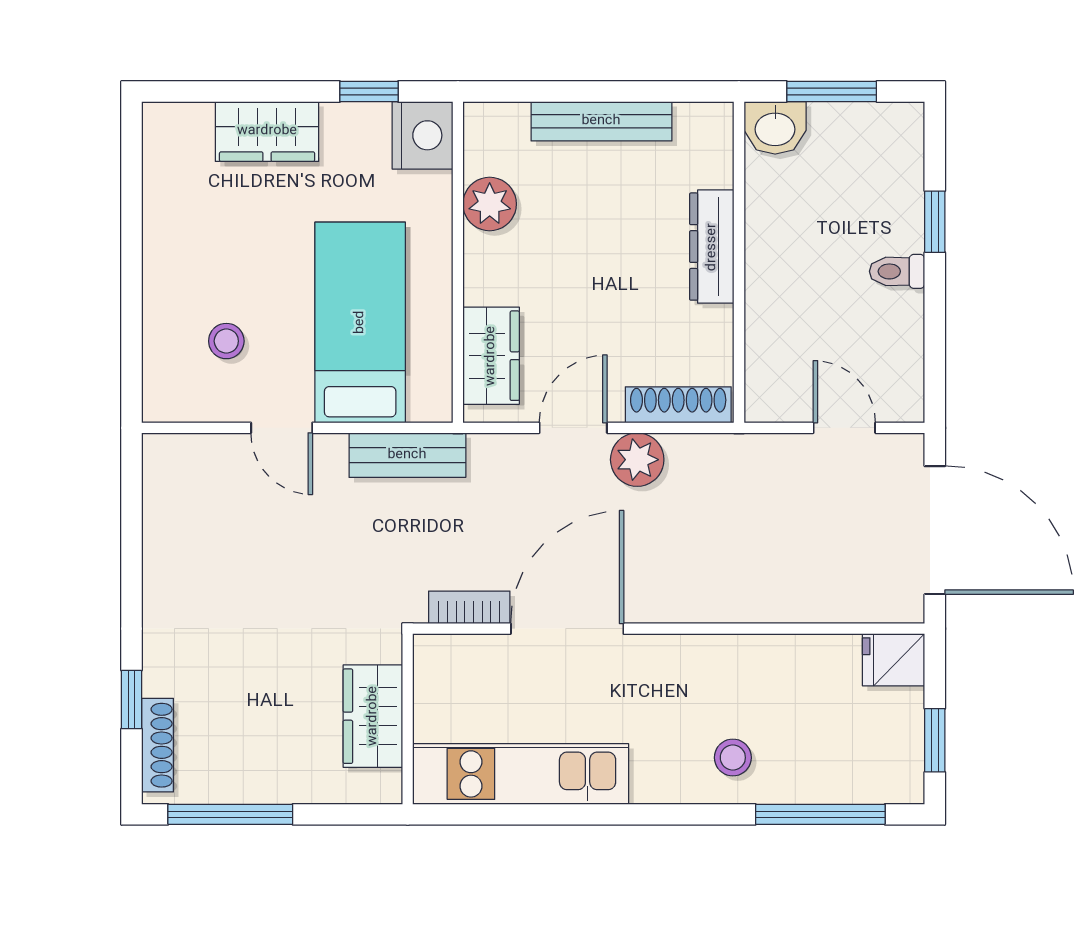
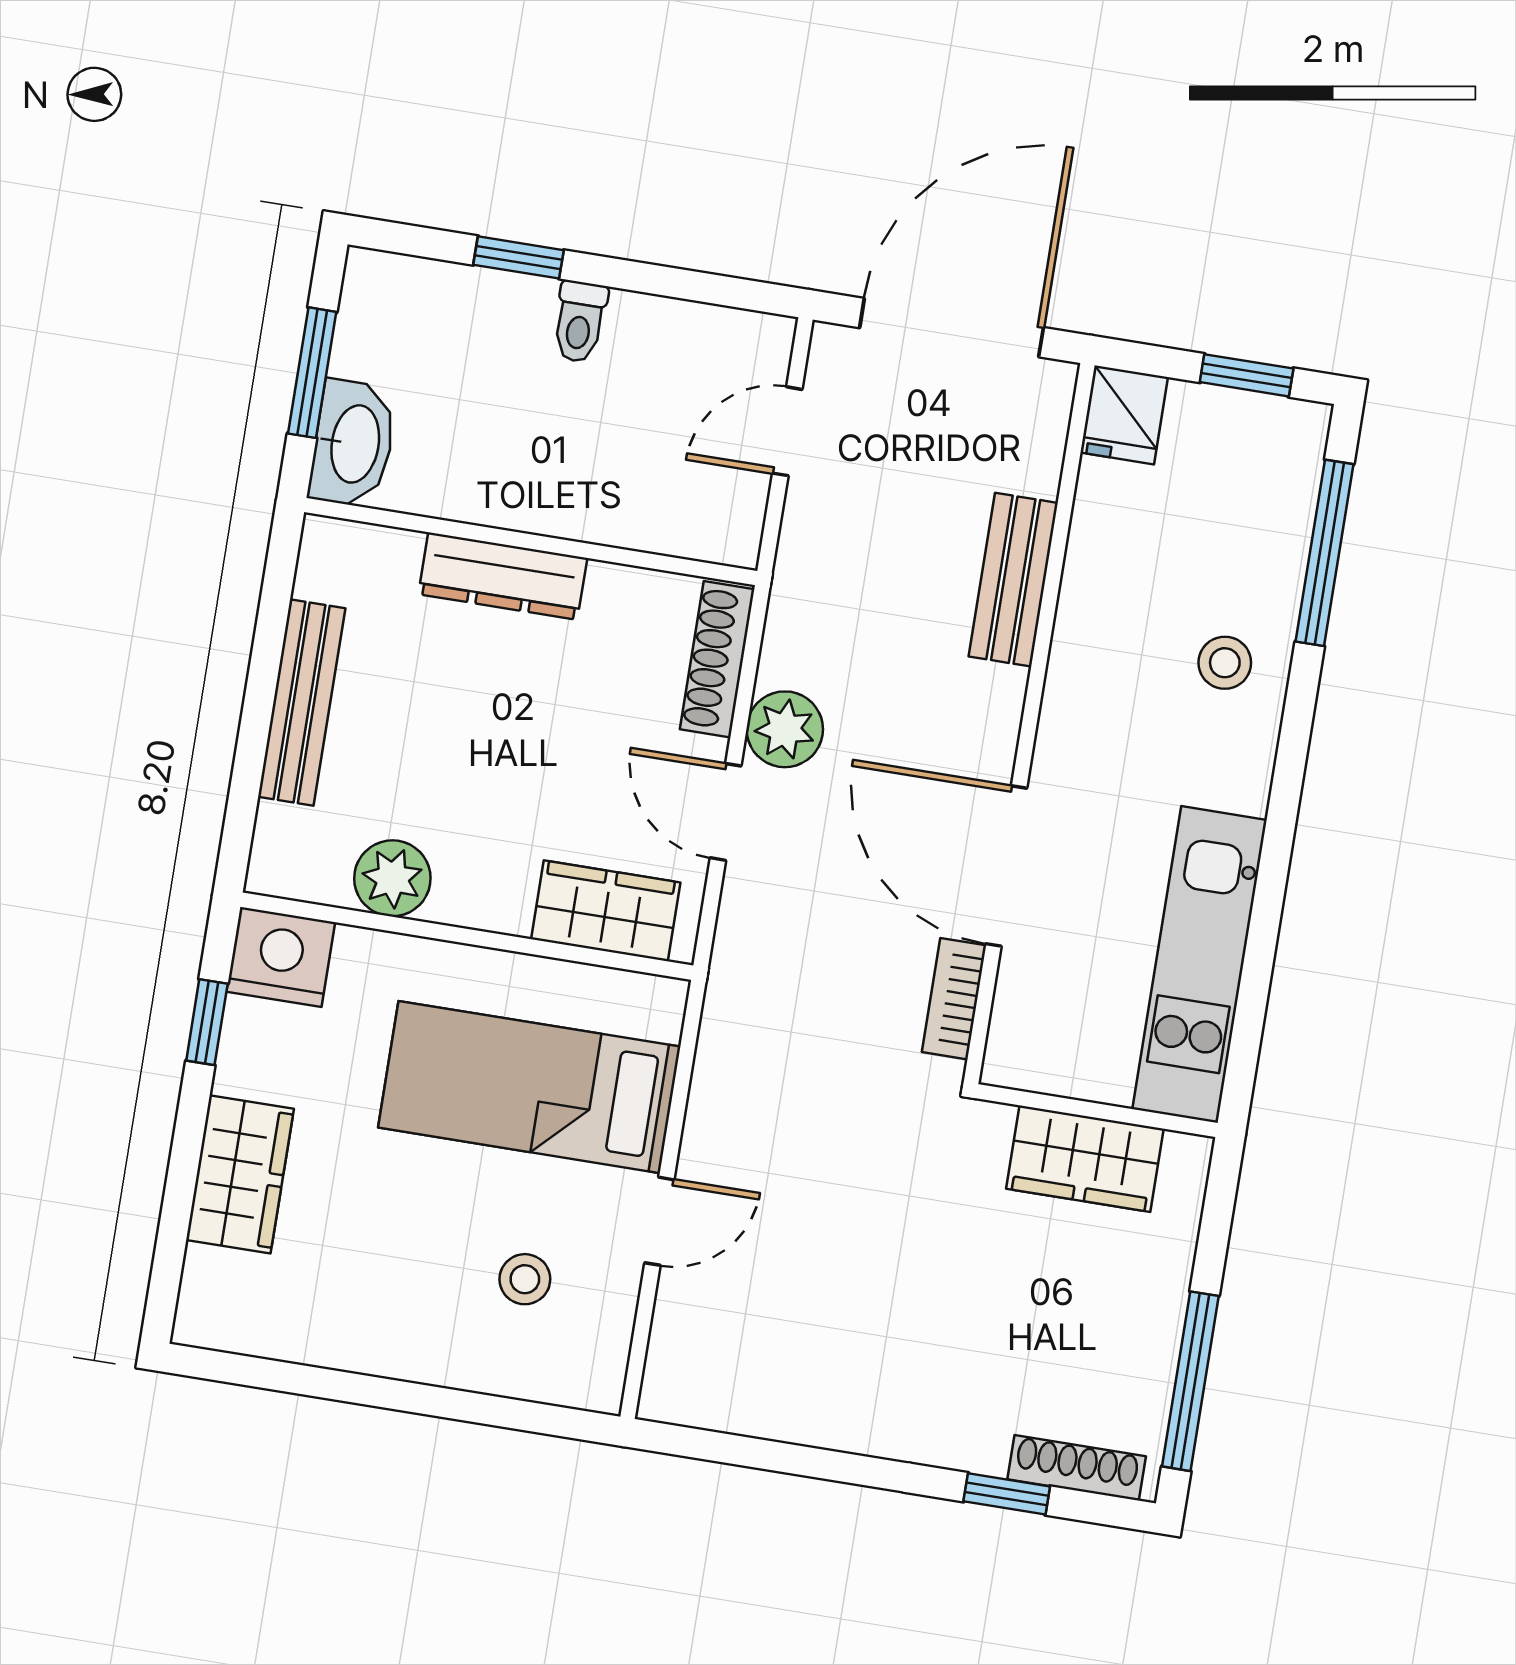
washbasin: (775, 128) -> (353, 444), width x1.38
bench: (407, 455) -> (1013, 580), moved

